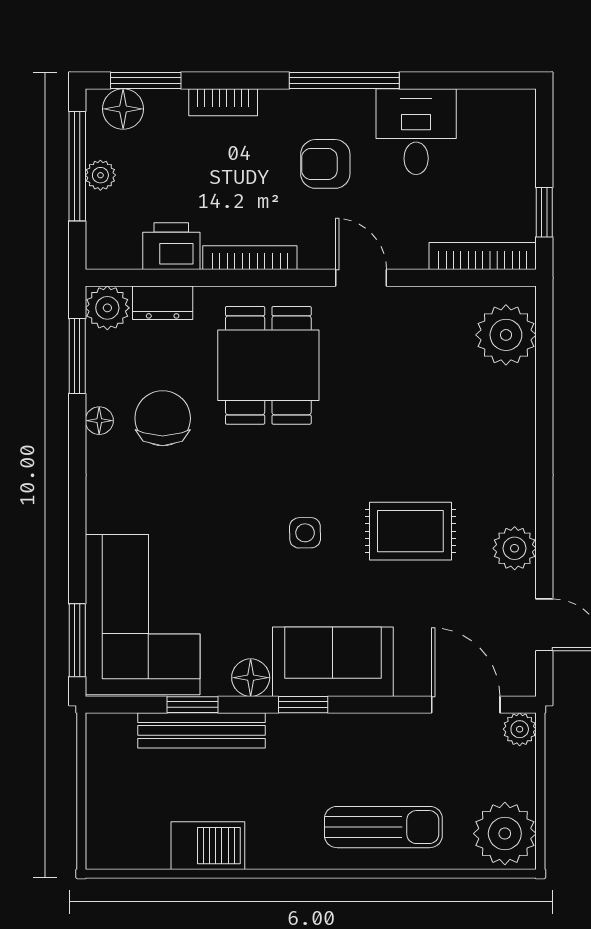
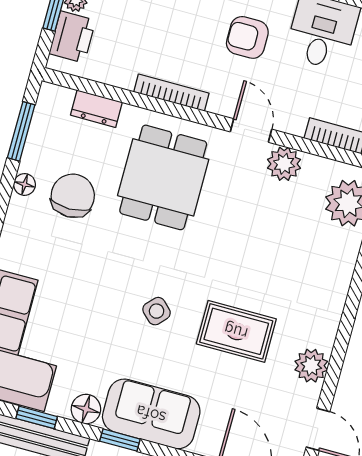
printer: (171, 246) -> (72, 37), moved, turned 90
plant: (107, 308) -> (284, 164), moved
side table: (305, 533) -> (157, 311), turned 45

